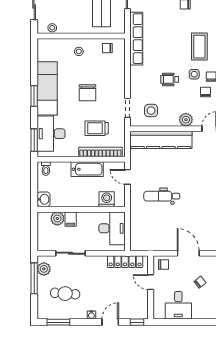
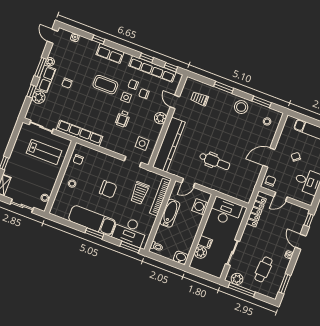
dental chair: (162, 196) -> (215, 161), turned -89

